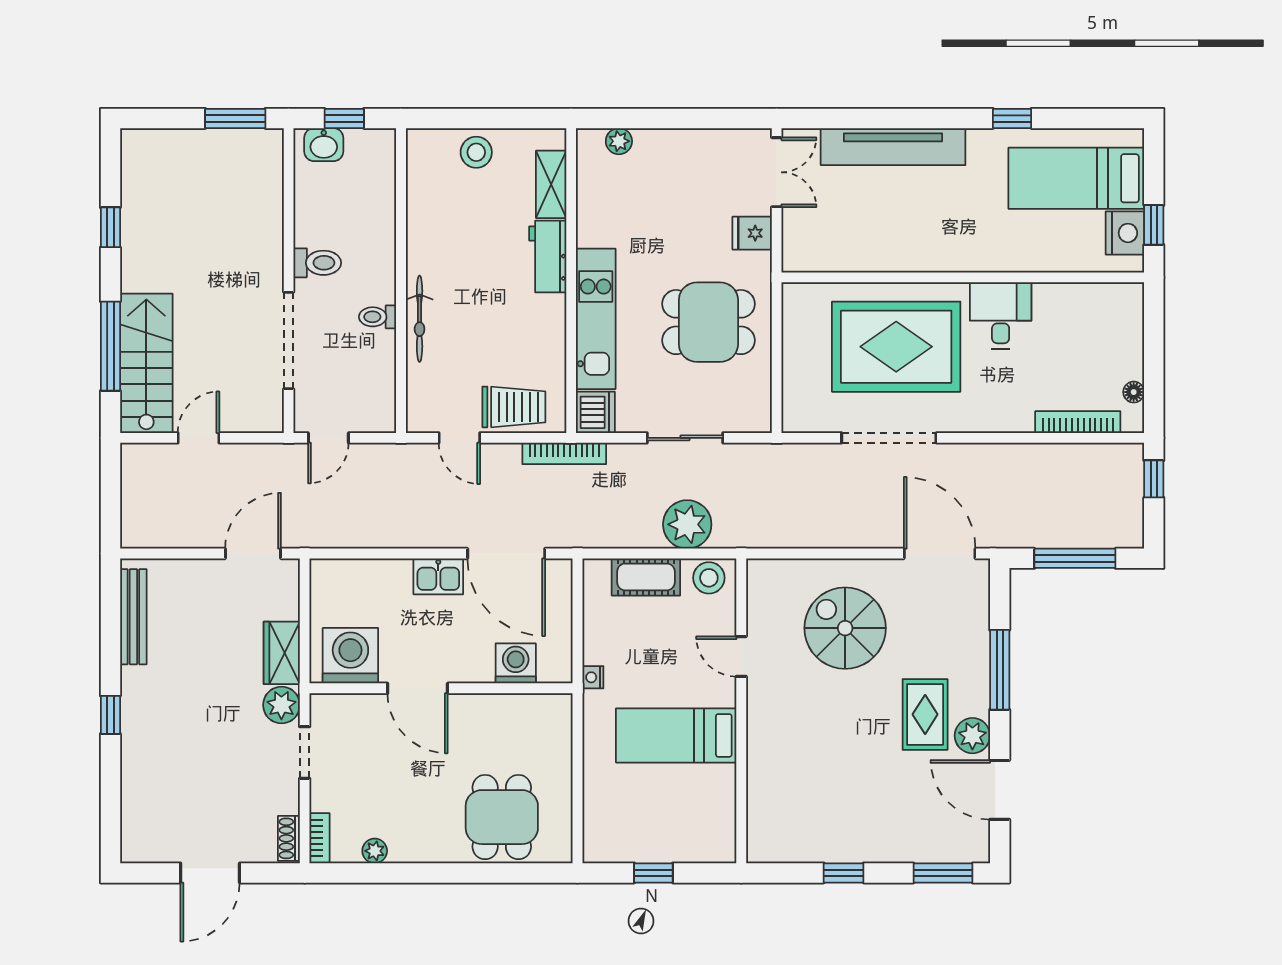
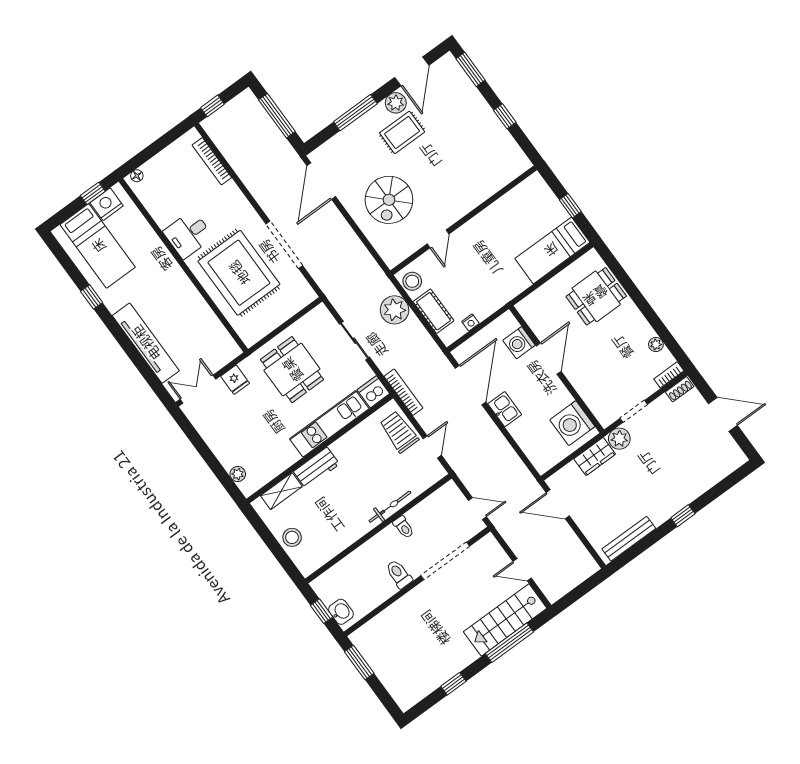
floor lamp: (1134, 392) -> (137, 176), moved
nightstand: (593, 677) -> (470, 322), moved
door: (418, 688) -> (549, 359), moved
bed: (676, 735) -> (552, 250), moved, turned 90

